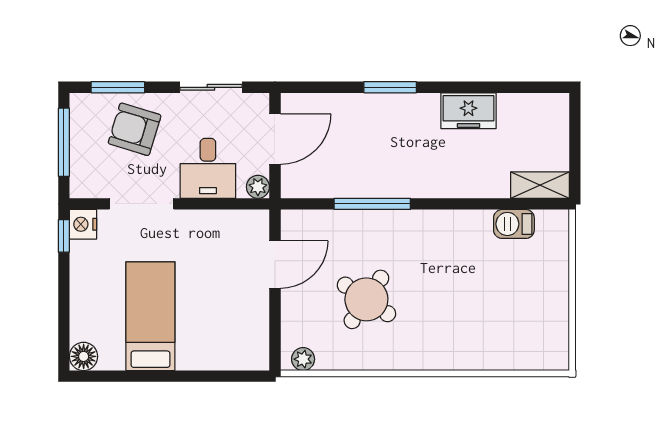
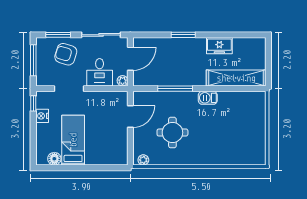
sliding door: (211, 87) -> (101, 35), width x1.37
shelving: (540, 185) -> (236, 78), width x2.20, depth x1.33
nightstand: (83, 224) -> (42, 116), moved
barbecue: (514, 224) -> (208, 98), moved
round table: (366, 299) -> (172, 133), turned -34
floor lamp: (84, 356) -> (54, 159), moved

